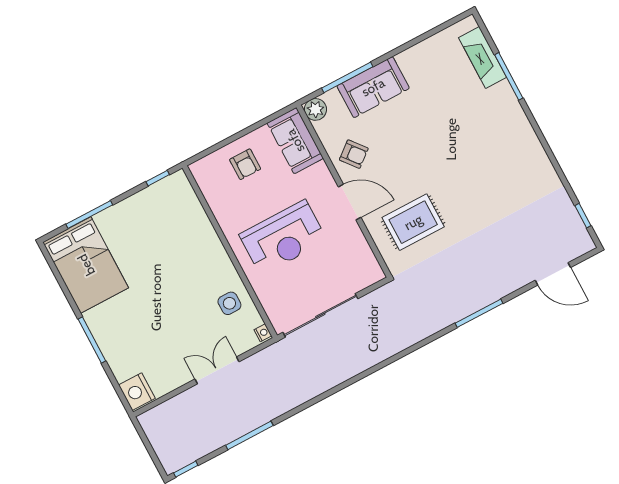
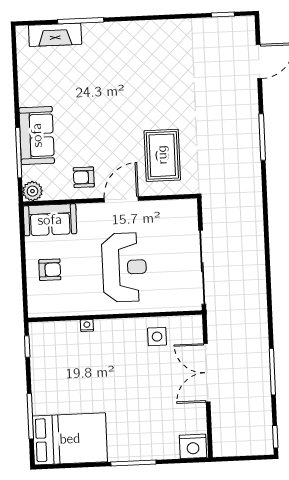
armchair: (354, 154) -> (84, 177), turned -141
nightstand: (263, 333) -> (87, 326), moved
double door: (217, 370) -> (207, 373), width x1.37

